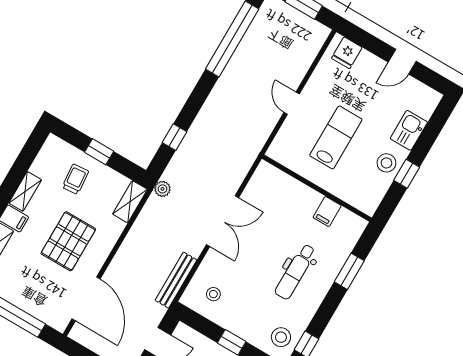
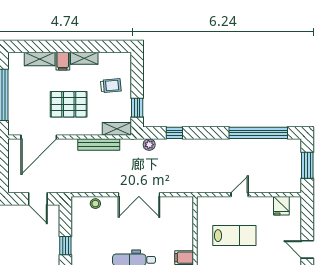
fridge: (347, 53) -> (281, 206), moved, turned -90
window: (99, 152) -> (137, 108), moved
plant: (162, 189) -> (149, 145), moved
bench: (176, 280) -> (99, 145), moved
stool: (213, 294) -> (95, 204), moved

